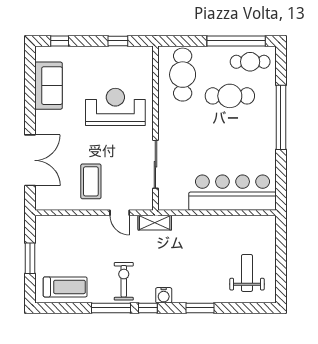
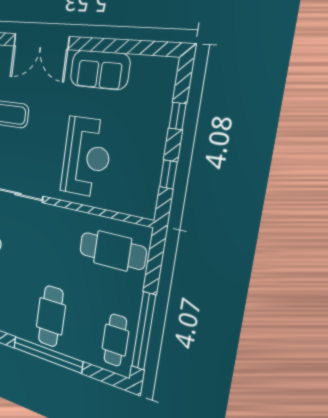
window: (60, 41) -> (178, 116), moved
sofa: (48, 86) -> (100, 70), moved
cafe table: (230, 96) -> (51, 316), moved

